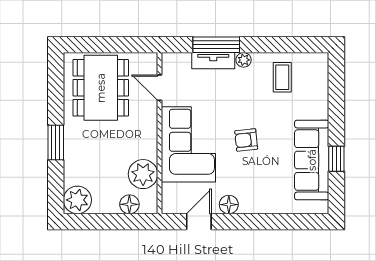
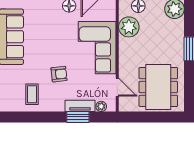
window: (216, 45) -> (78, 117), width x0.69
plant: (244, 60) -> (101, 106), moved
armchair: (246, 140) -> (59, 74), moved

